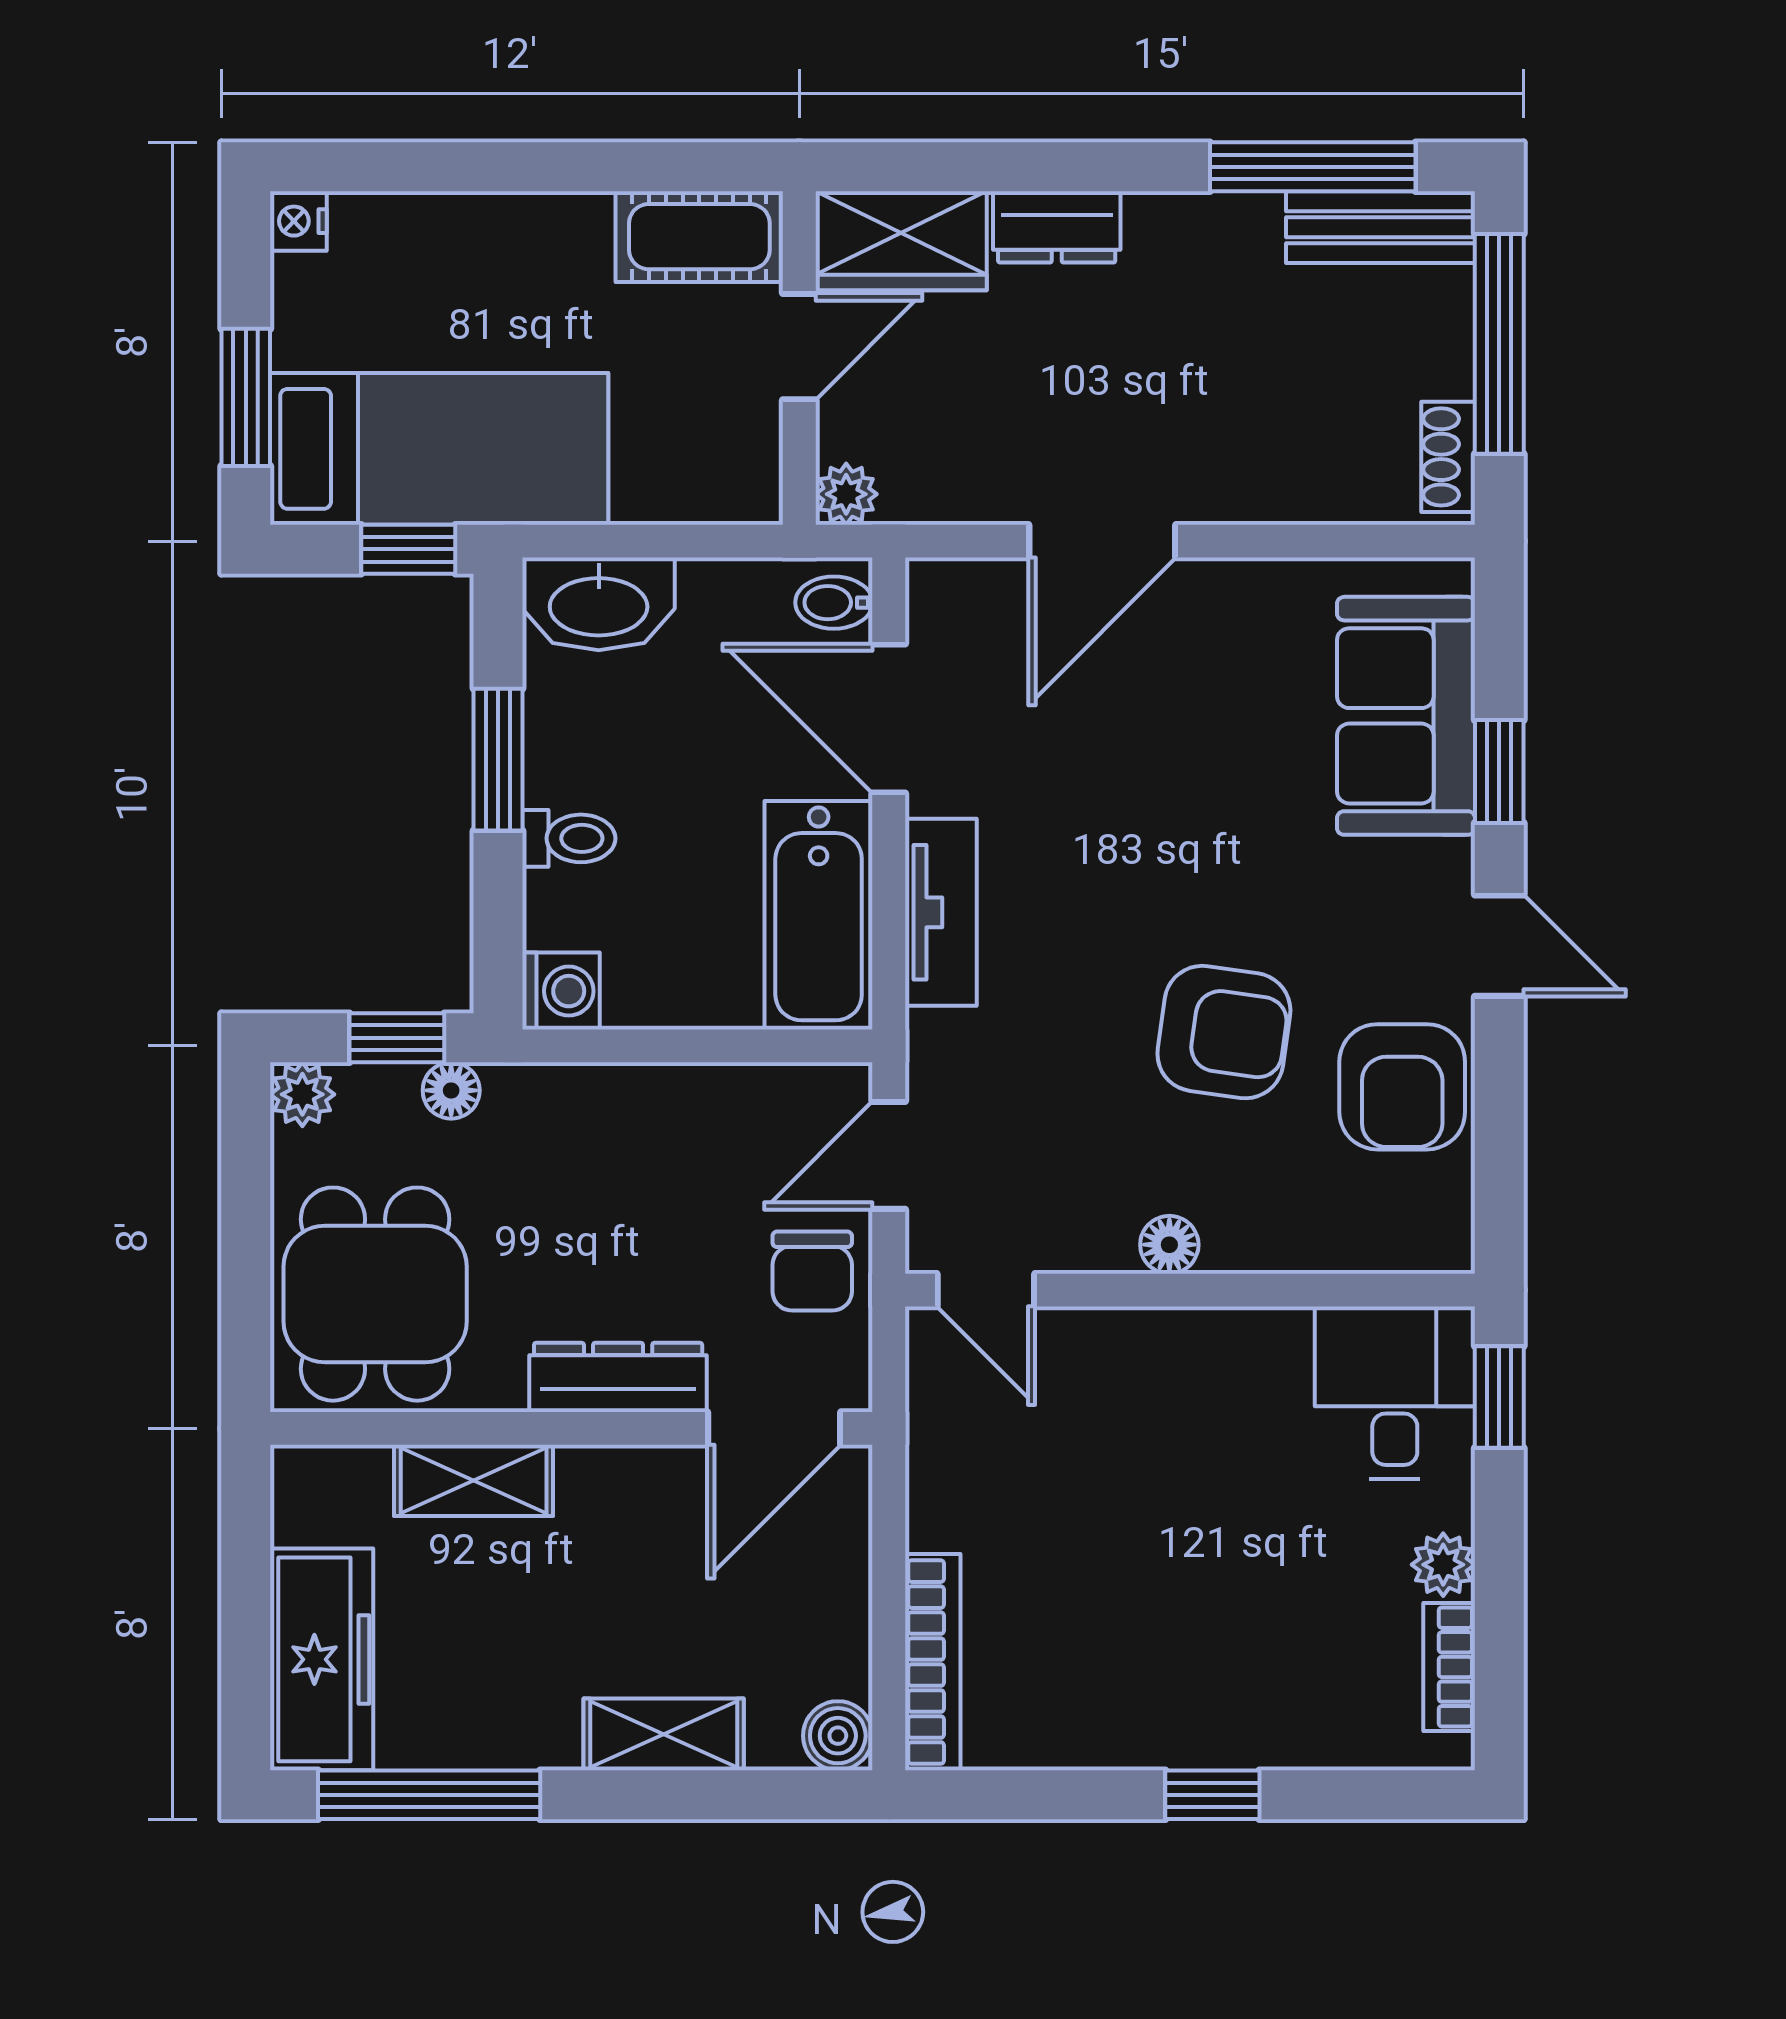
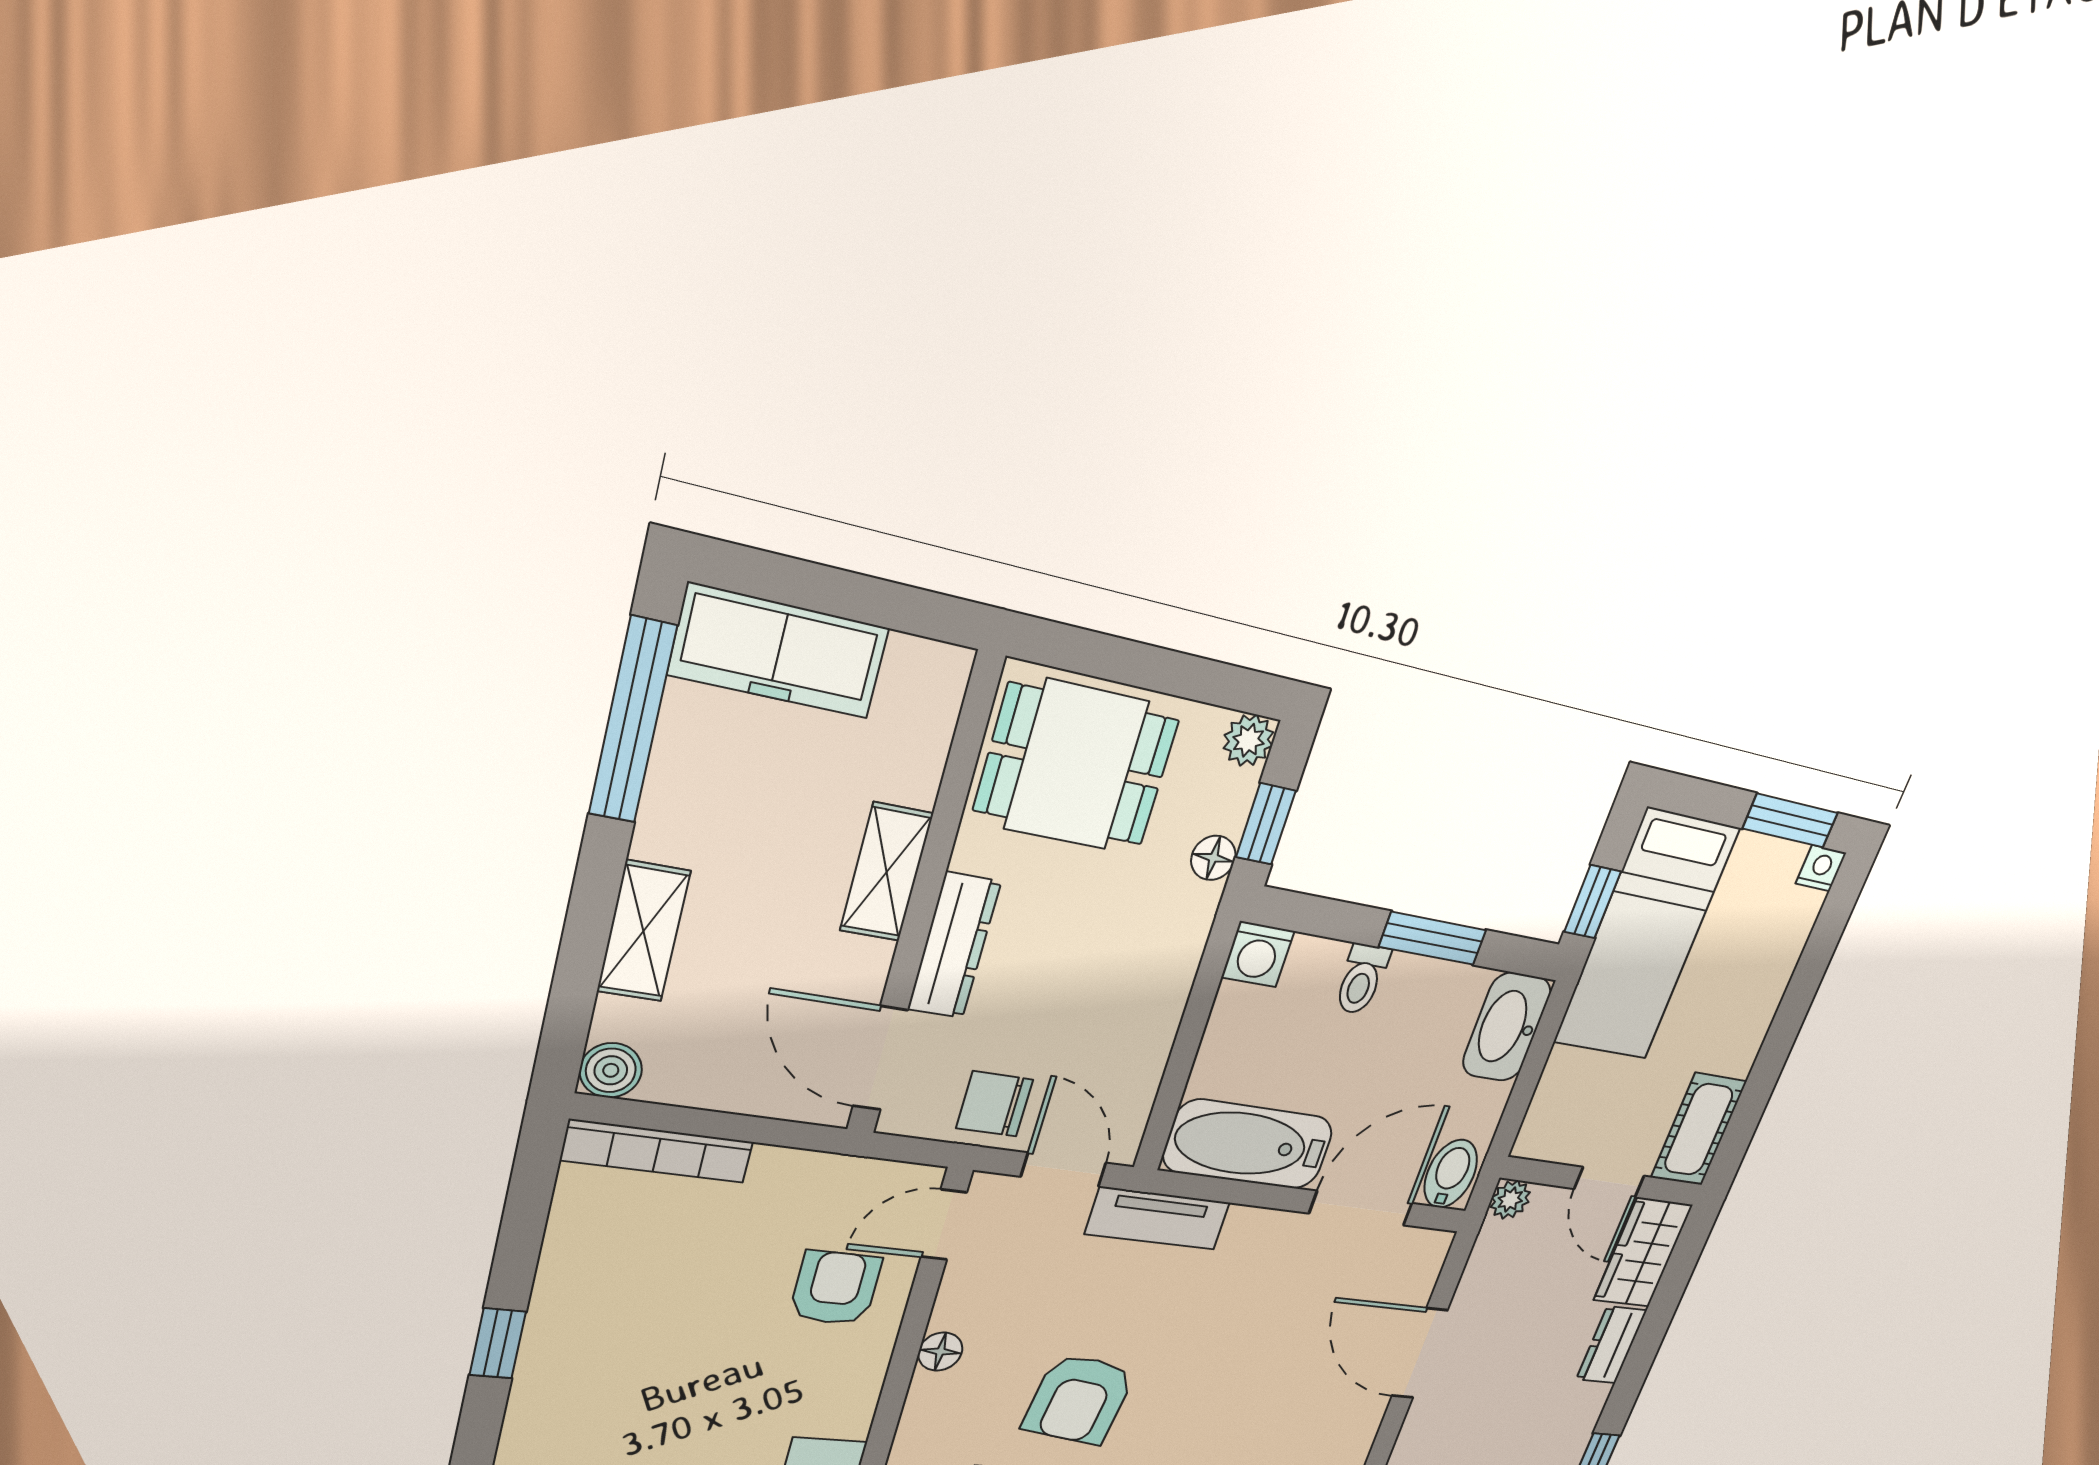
window: (246, 397) -> (1790, 821), moved
bidet: (834, 603) -> (1451, 1174), width x1.38, depth x1.36
tv unit: (941, 912) -> (1158, 1218), moved
armchair: (1091, 1405) -> (835, 1288), added
shelving: (474, 1480) -> (886, 872), moved

